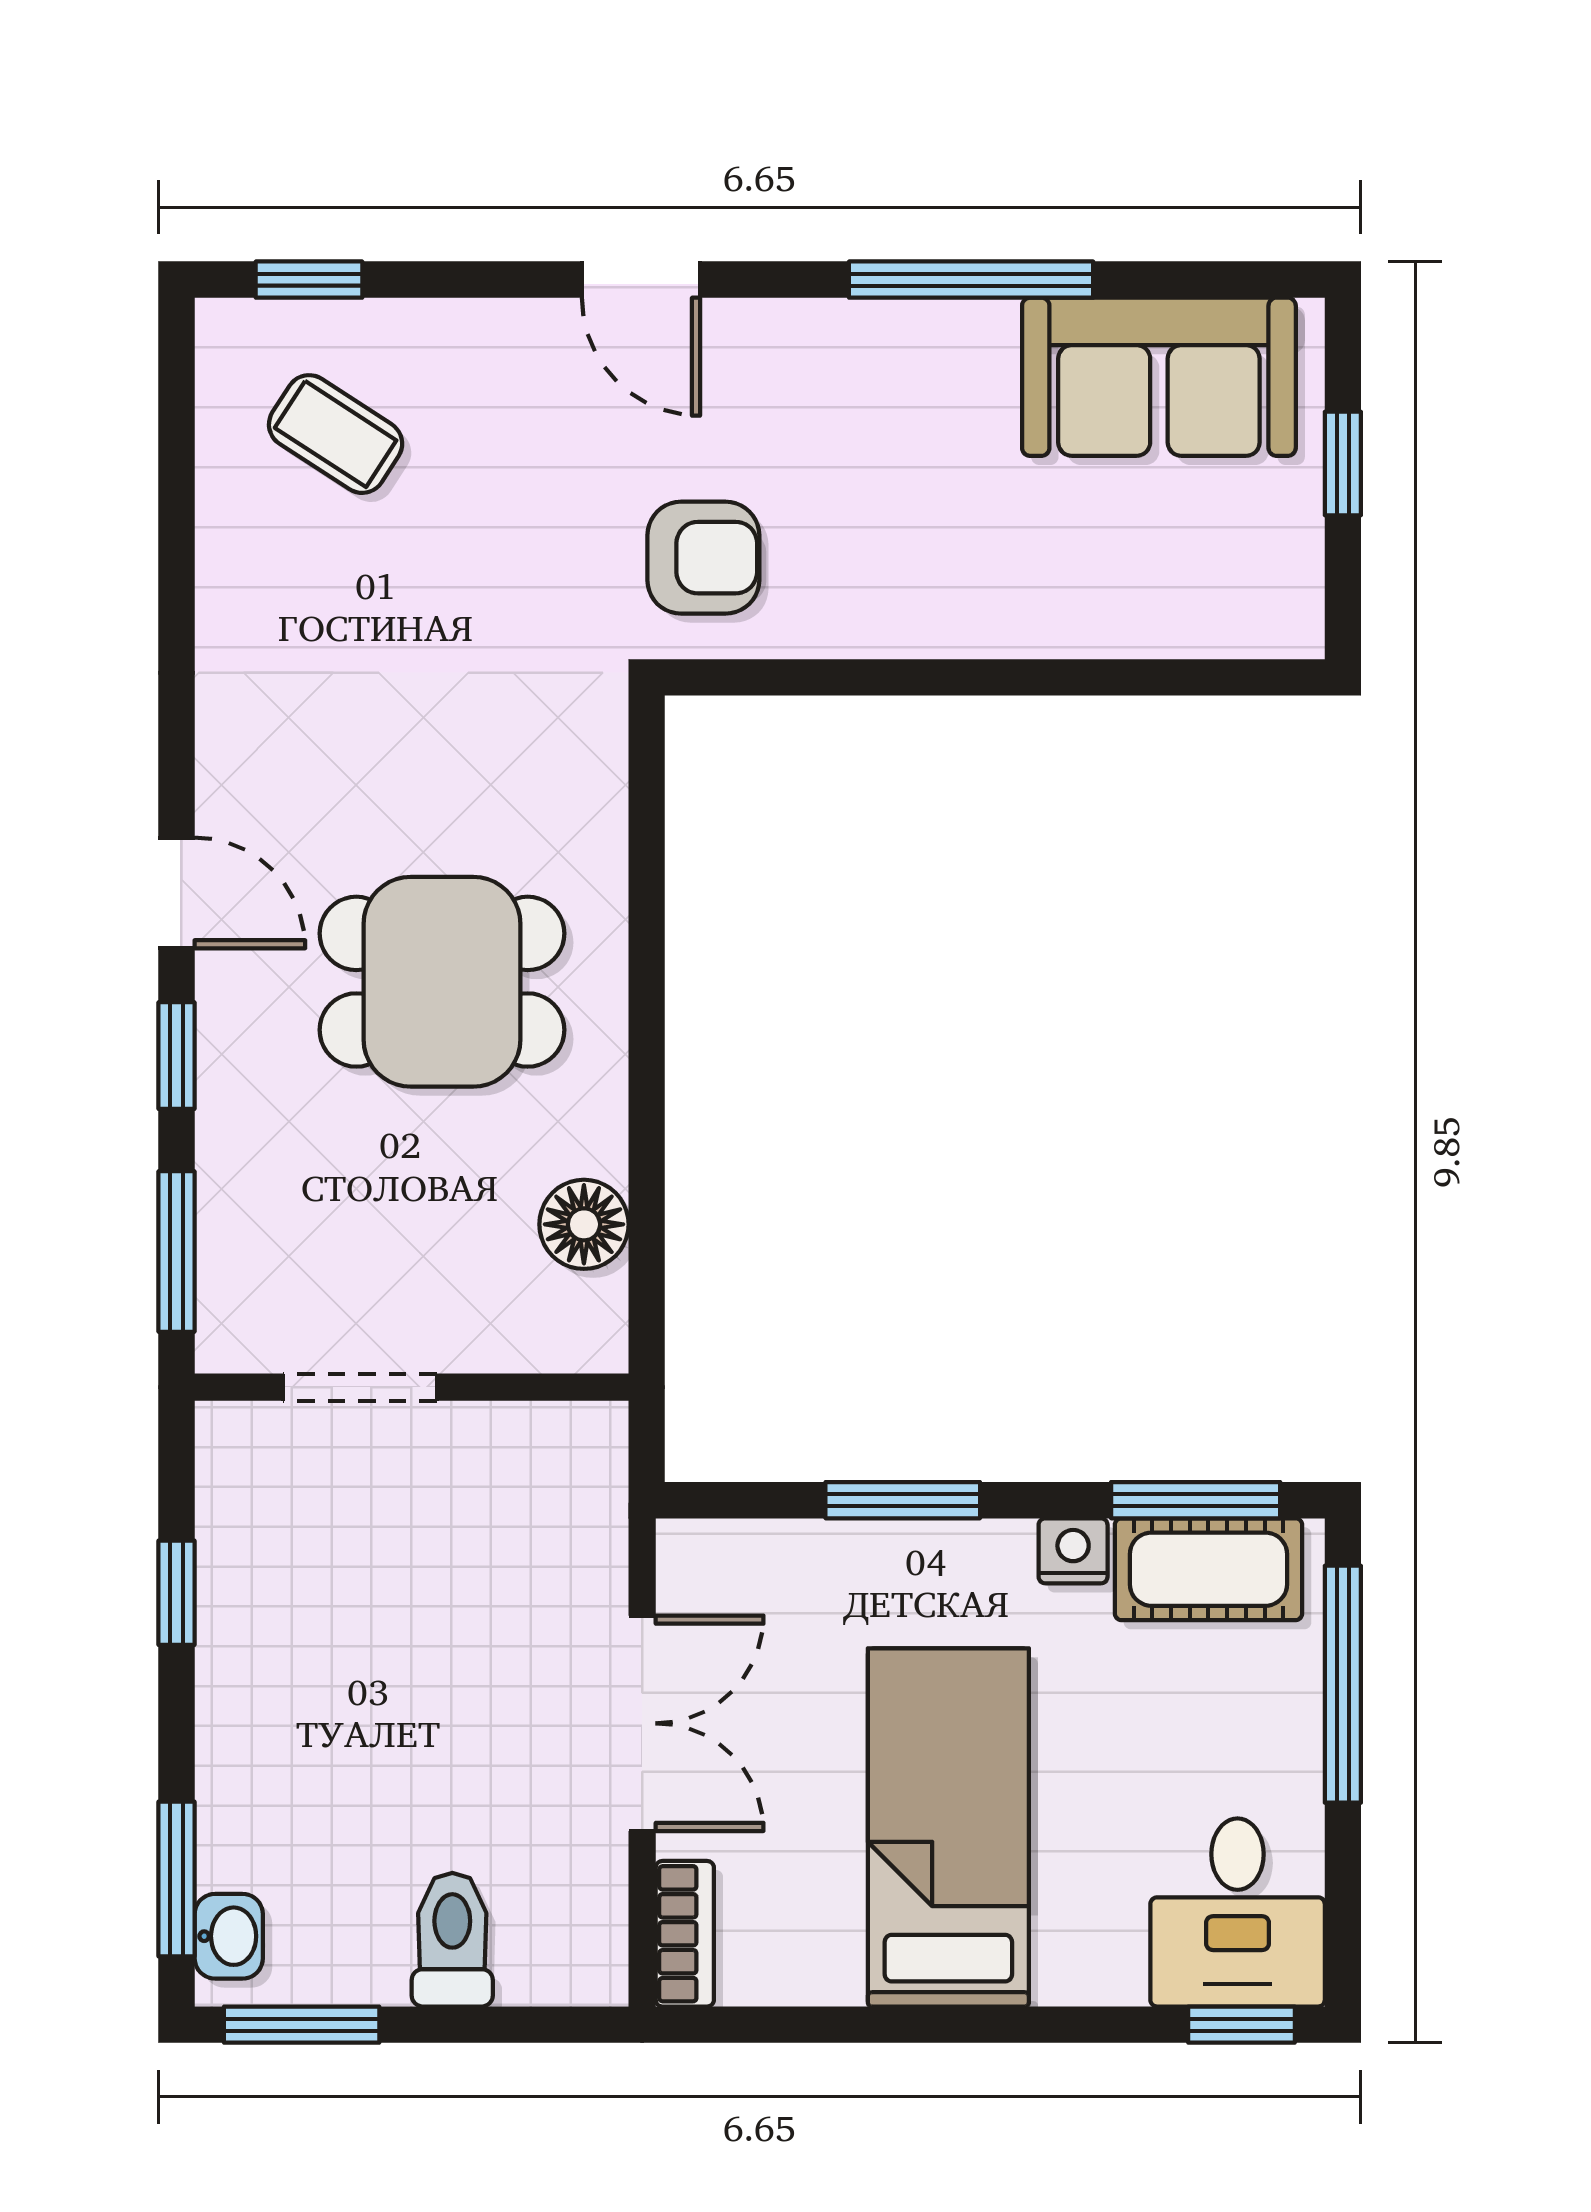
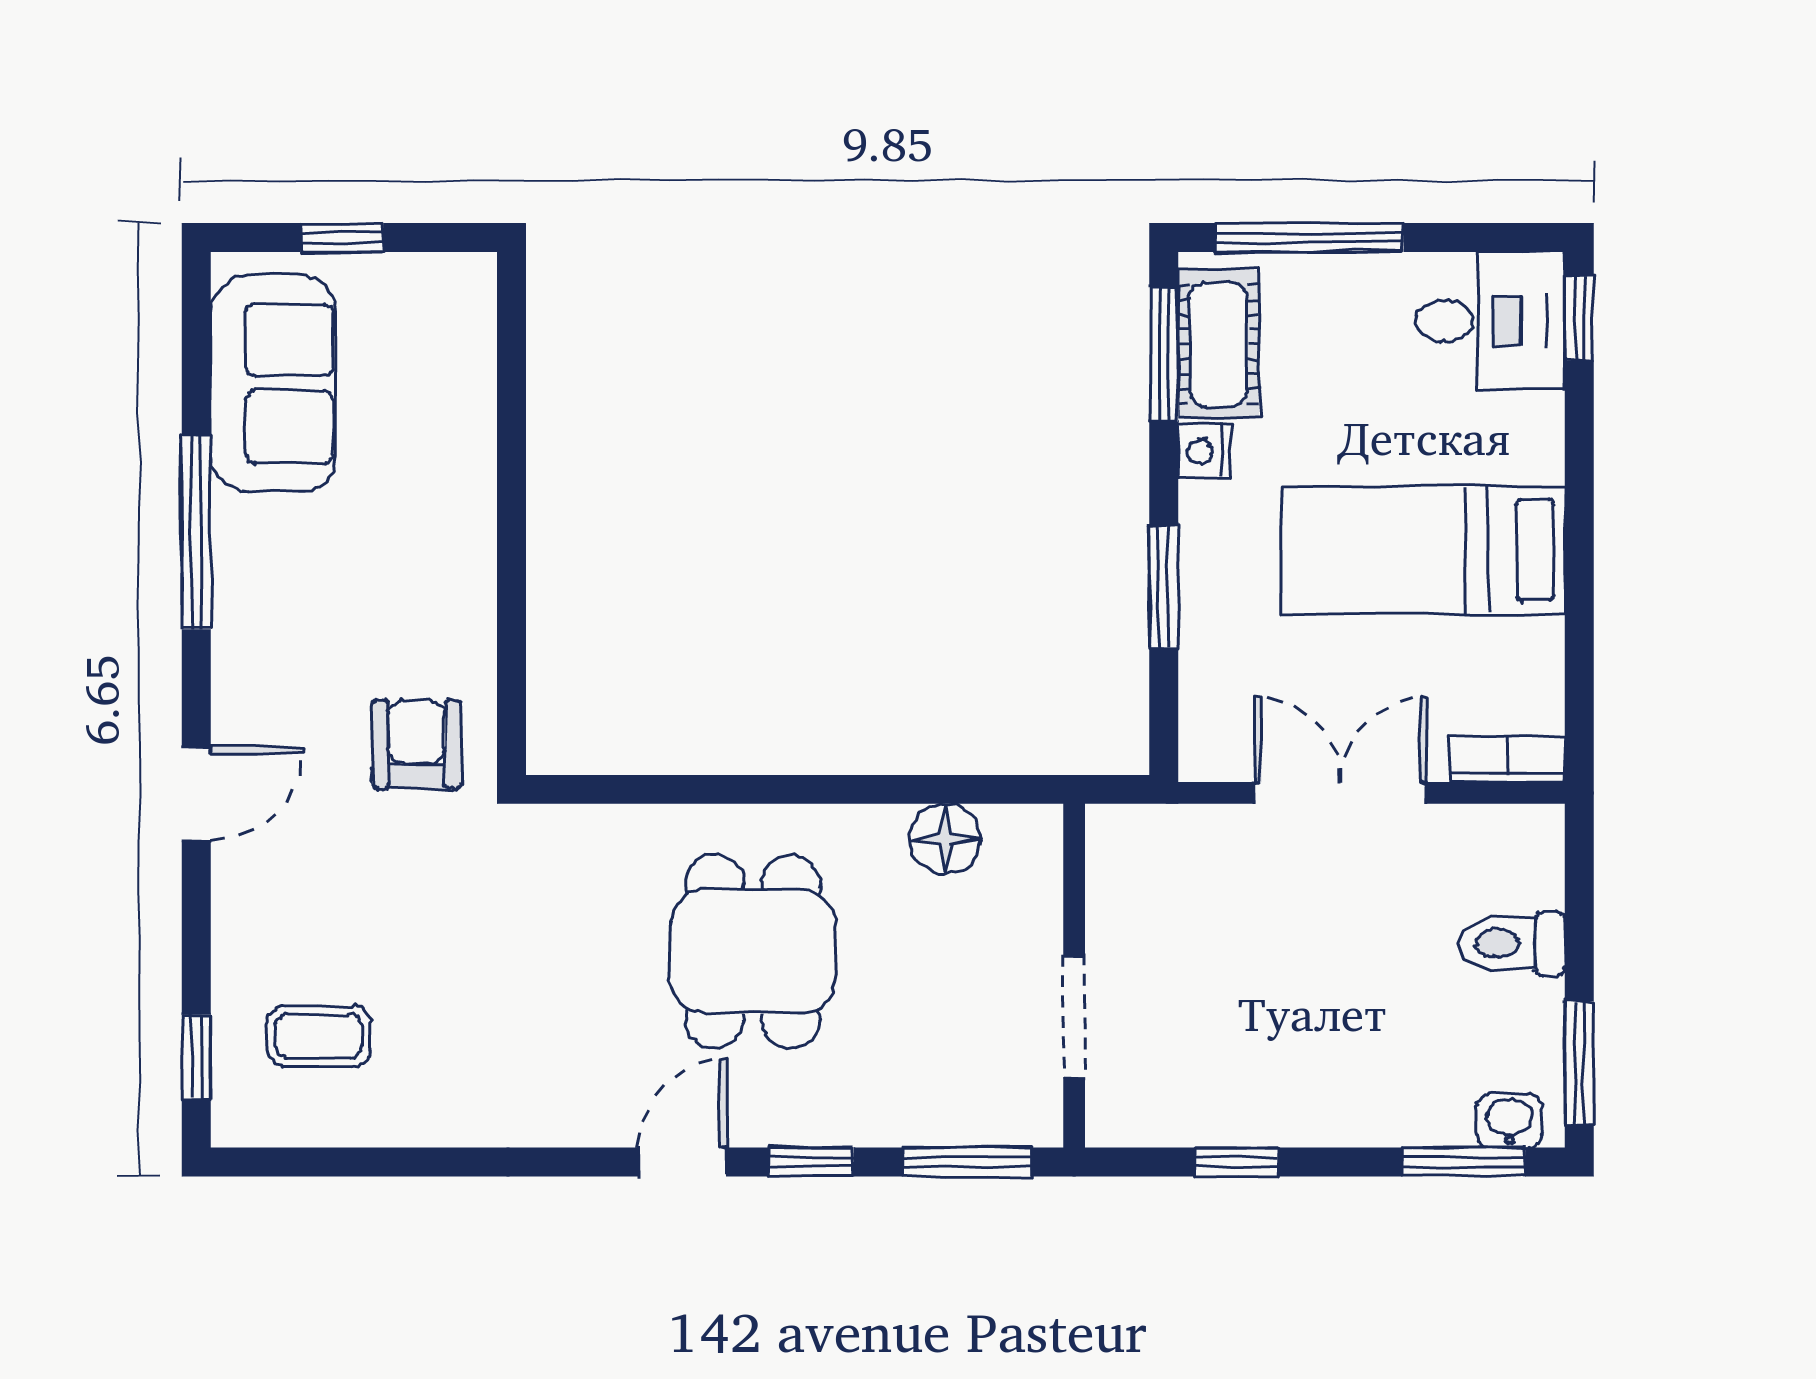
coffee table: (336, 434) -> (319, 1036), turned 57

